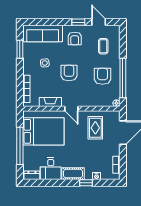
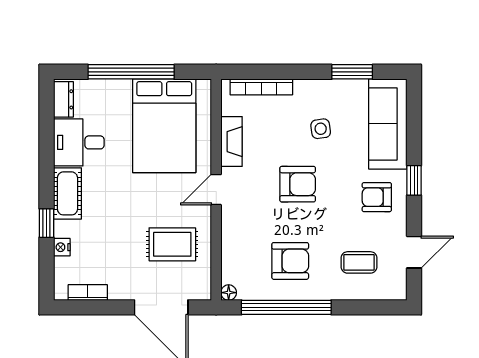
window: (78, 22) -> (414, 180), moved

